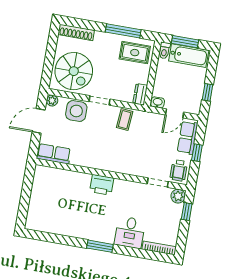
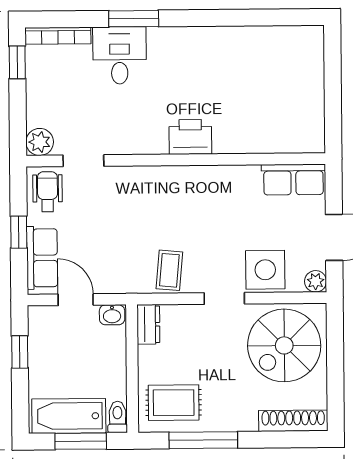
spiral stairs: (74, 71) -> (284, 345), turned -90
door: (175, 113) -> (76, 300), hinge flipped
window: (187, 212) -> (17, 62), moved
window: (100, 246) -> (134, 19), moved

